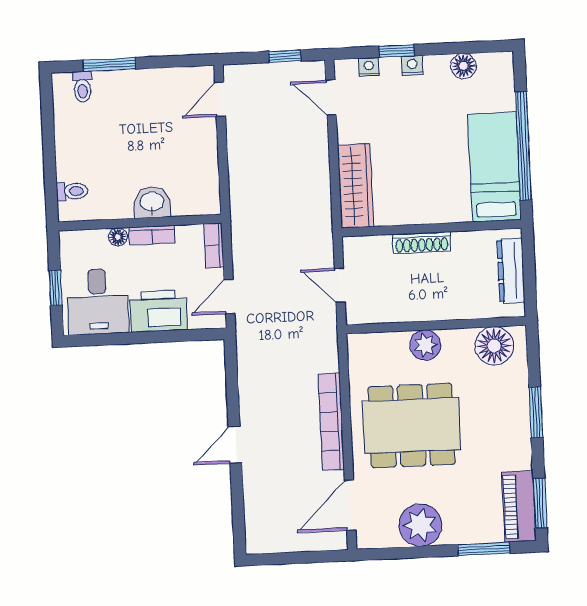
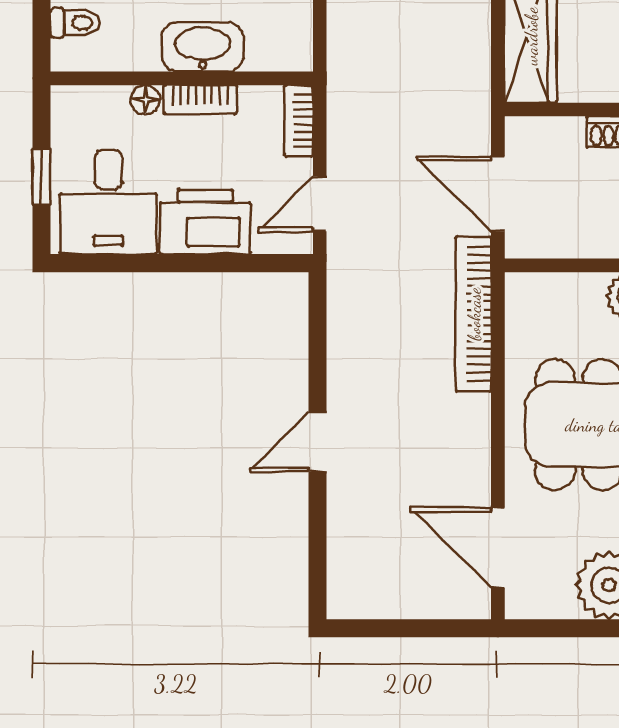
washbasin: (152, 202) -> (203, 47), width x1.38
door: (340, 285) -> (498, 194), width x1.38
bookcase: (331, 422) -> (474, 314), moved
door: (350, 505) -> (498, 548), hinge flipped

